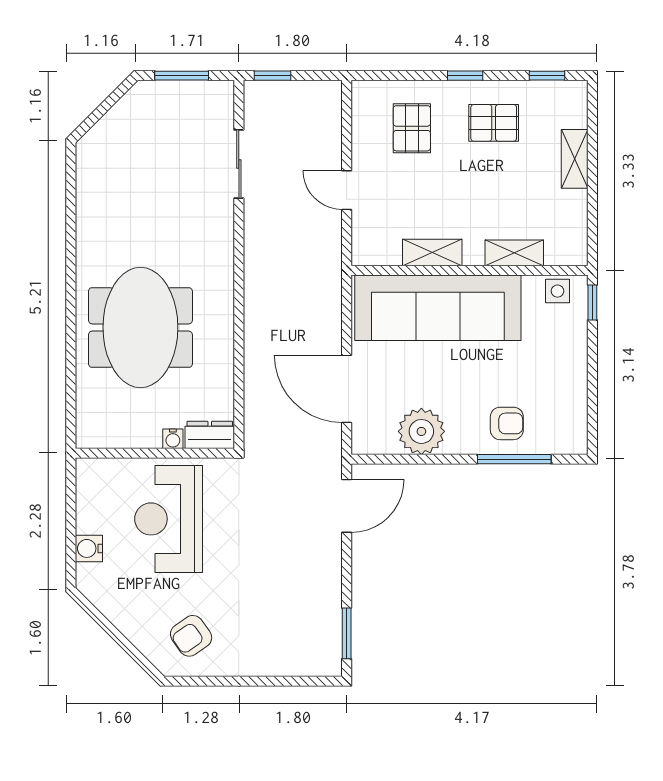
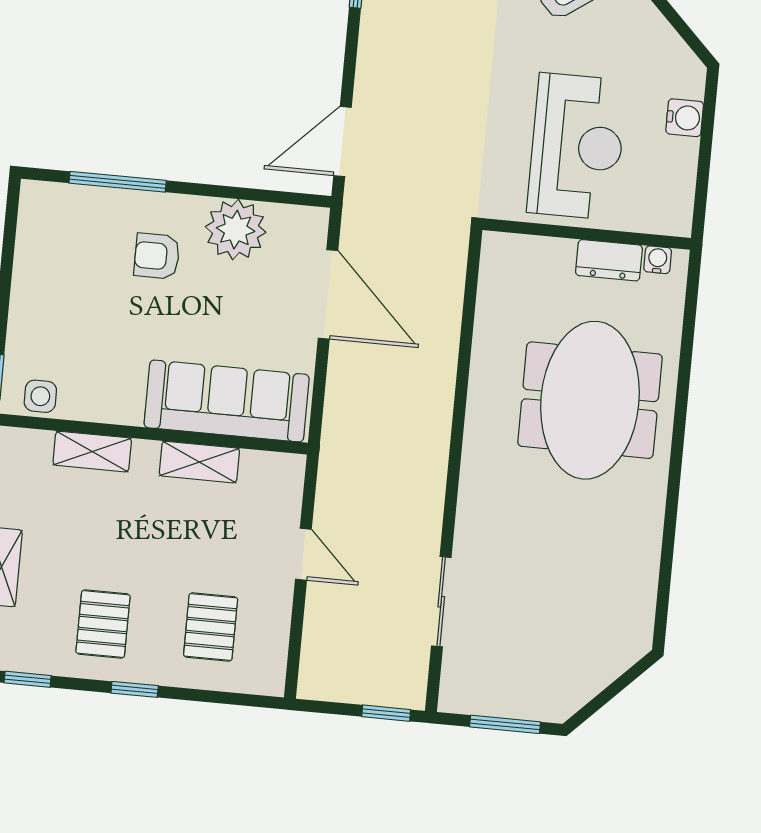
pallet: (494, 123) -> (103, 624), turned 90
sofa: (438, 308) -> (227, 401), width x0.74, depth x0.79
armchair: (507, 423) -> (157, 256), moved
dresser: (210, 435) -> (609, 260), moved
water cooler: (173, 439) -> (658, 260), moved

